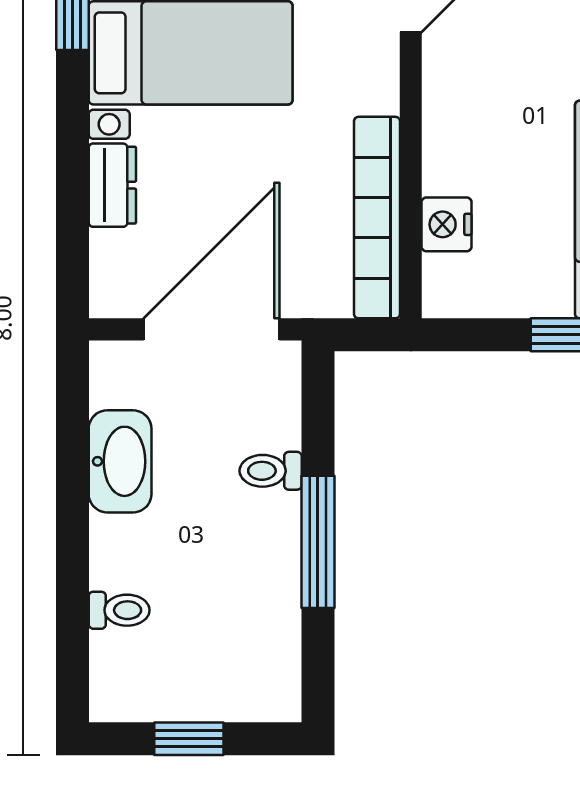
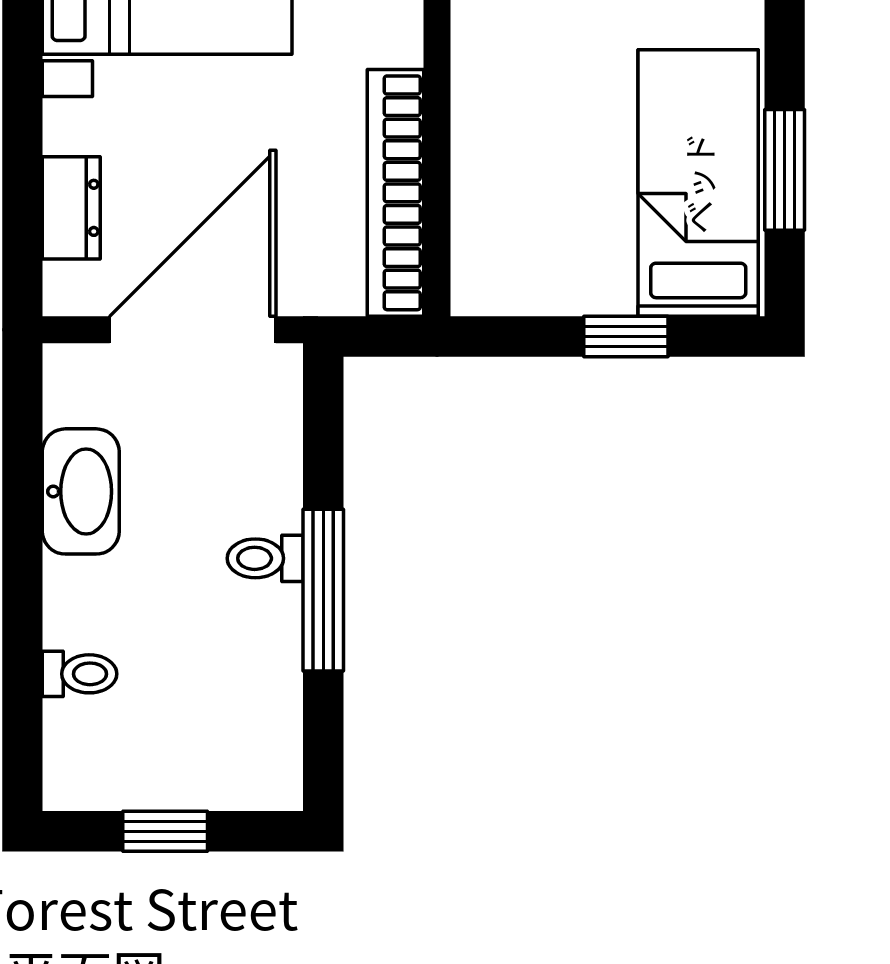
dresser: (112, 185) -> (71, 208), moved
nightstand: (447, 224) -> (481, 201), removed
toilet: (271, 471) -> (265, 558), moved

